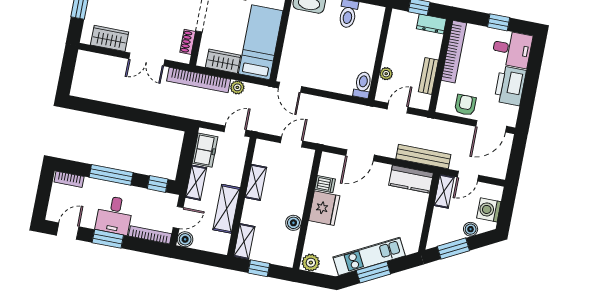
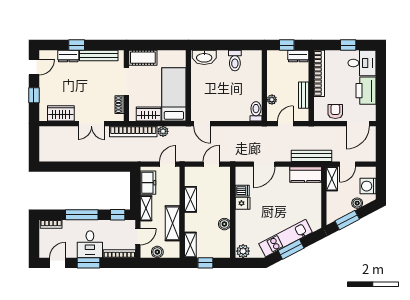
fridge: (324, 208) -> (243, 203), width x0.53, depth x0.75
boiler: (185, 239) -> (157, 252), moved

